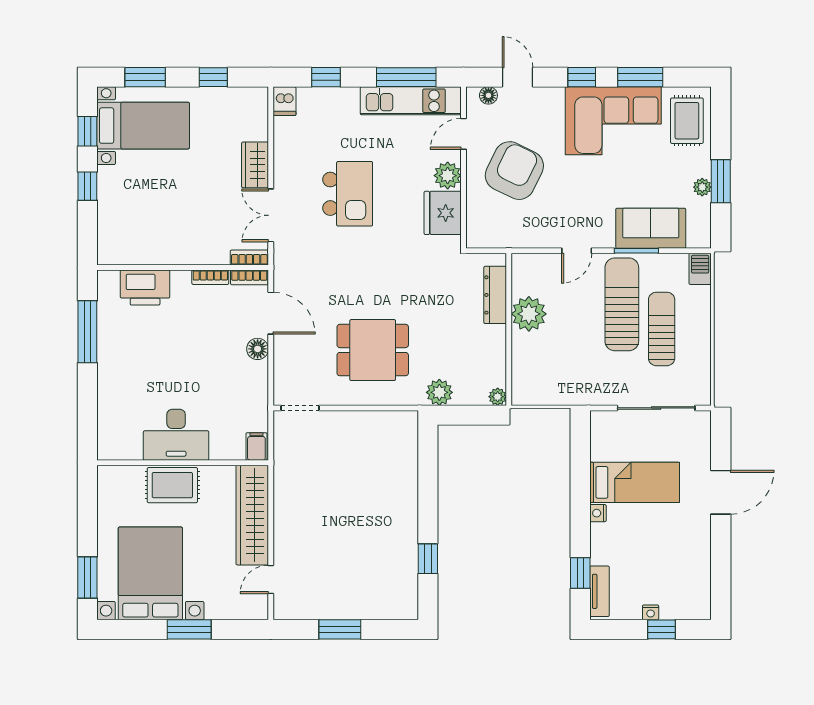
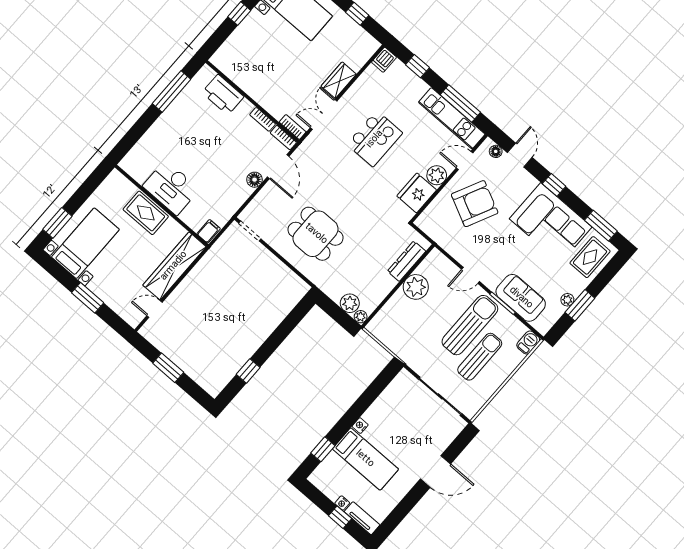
window: (640, 77) -> (601, 226), moved
plant: (439, 392) -> (350, 303), moved
bed: (635, 482) -> (365, 459), moved
bed with nightstands: (150, 573) -> (85, 243), width x0.73
tv unit: (599, 591) -> (362, 518), moved, turned -90

